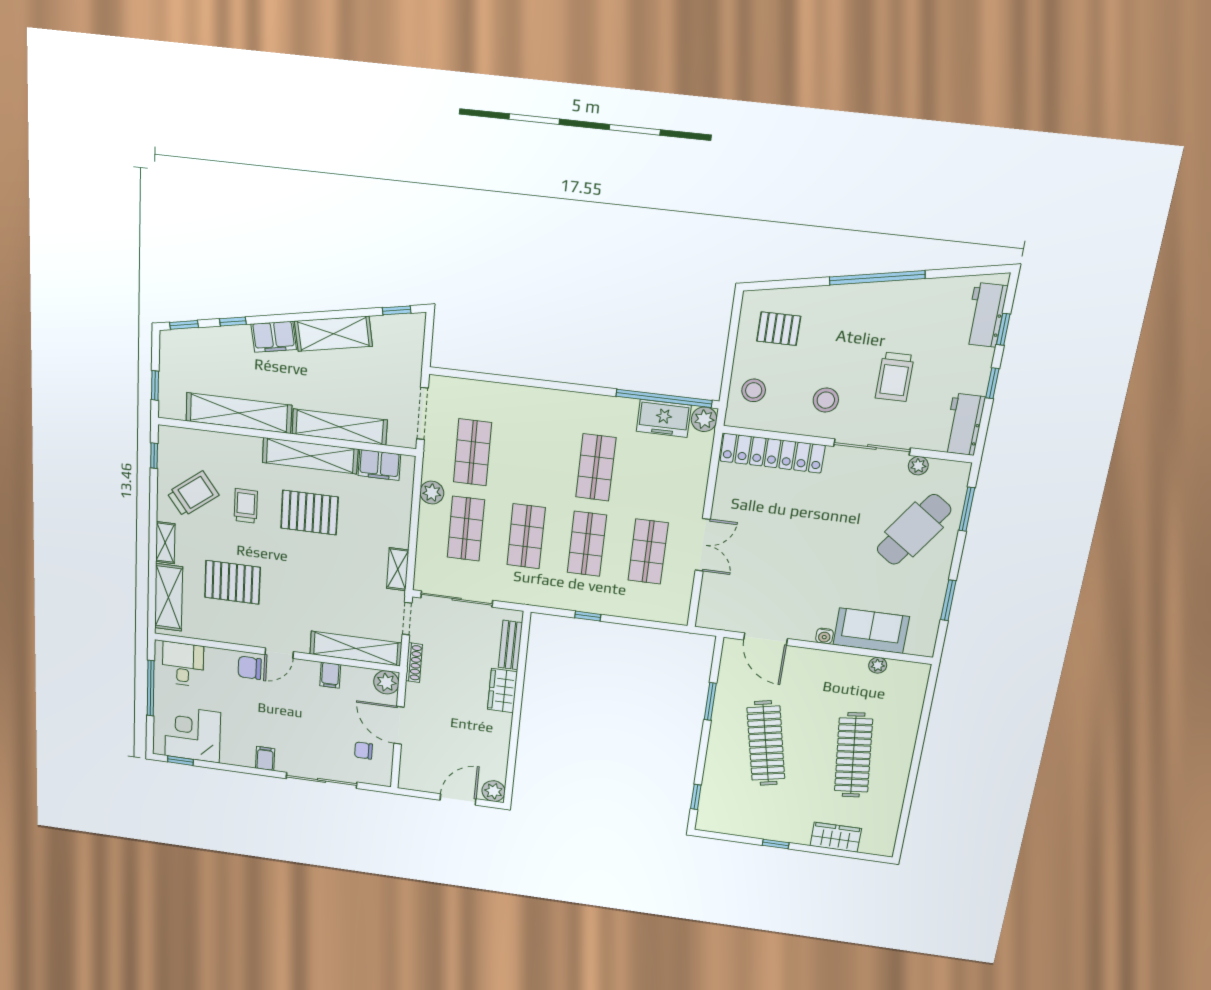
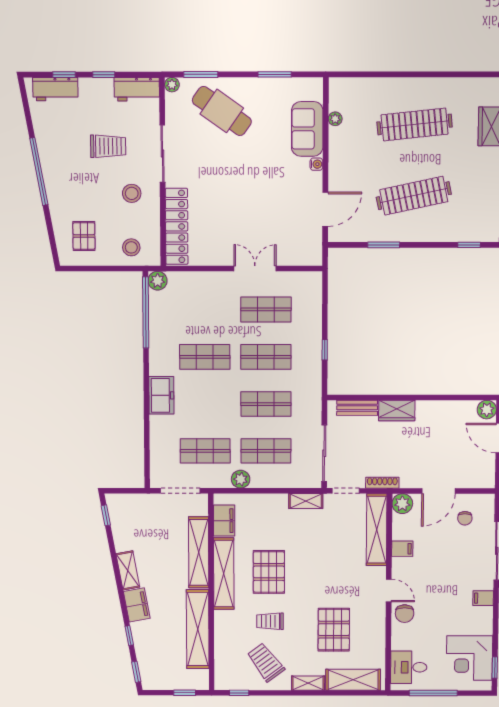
shelving: (333, 334) -> (128, 570), width x0.67, depth x0.75
freezer: (664, 418) -> (161, 395), moved
plant: (918, 466) -> (172, 85), moved

